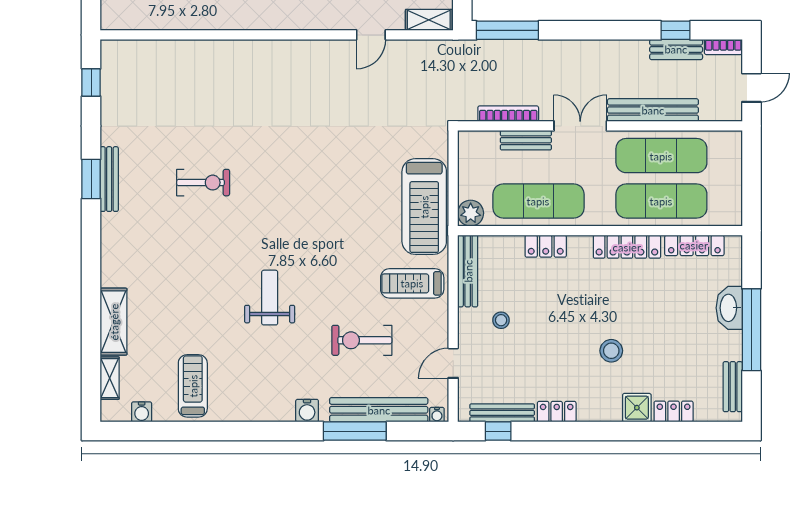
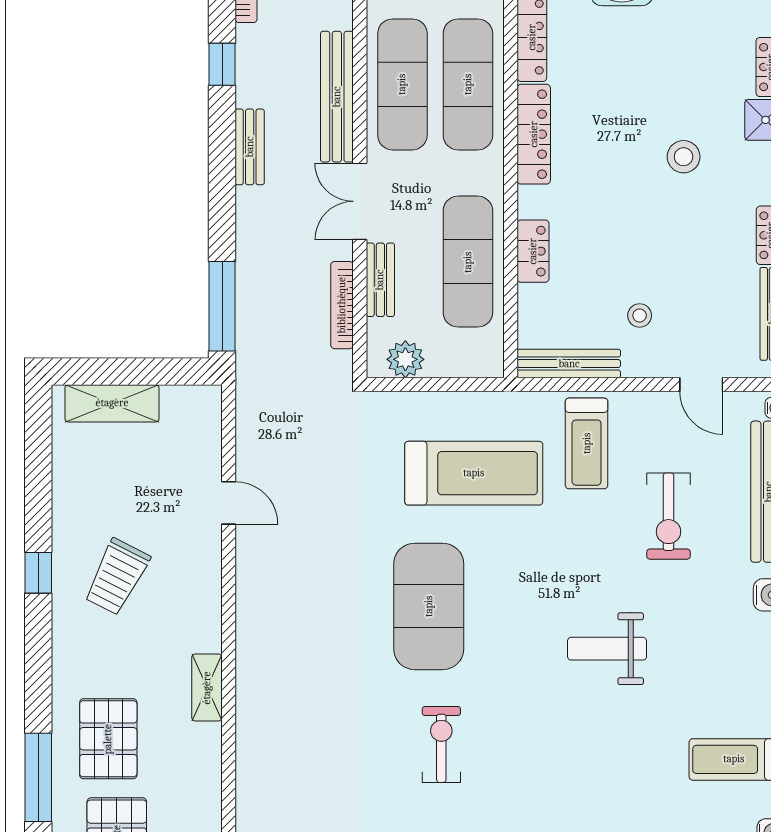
shelving: (429, 20) -> (207, 688), moved
bench: (676, 49) -> (250, 147), moved
exercise mat: (299, 174) -> (429, 606), added
treadmill: (424, 207) -> (474, 473), moved
plant: (471, 213) -> (405, 359), moved

